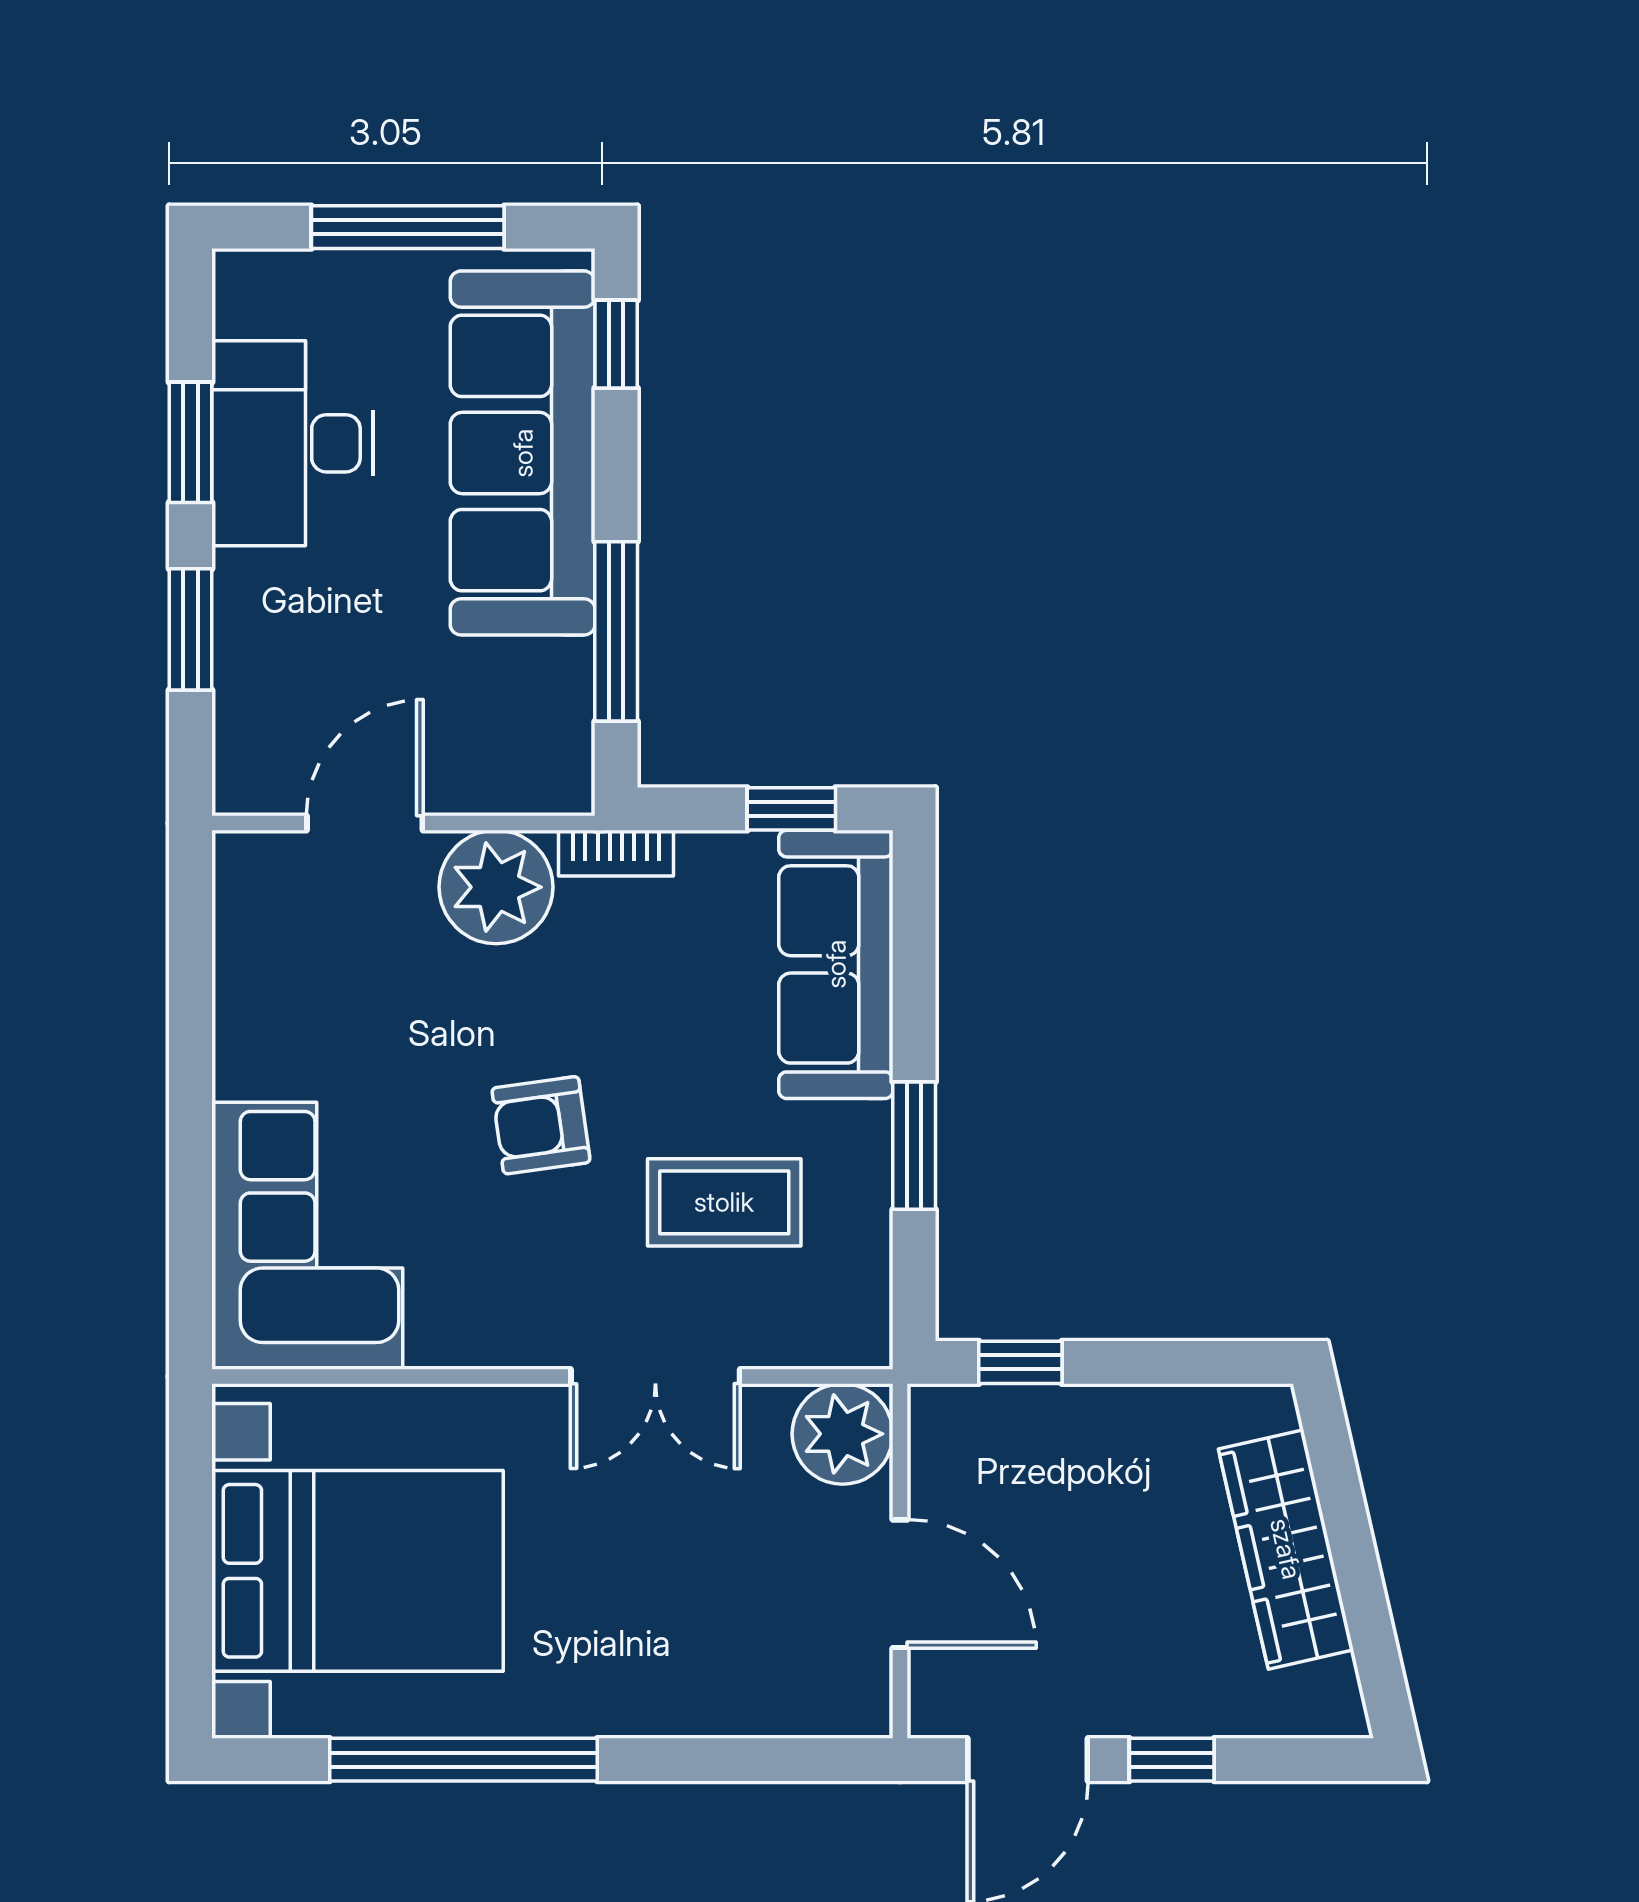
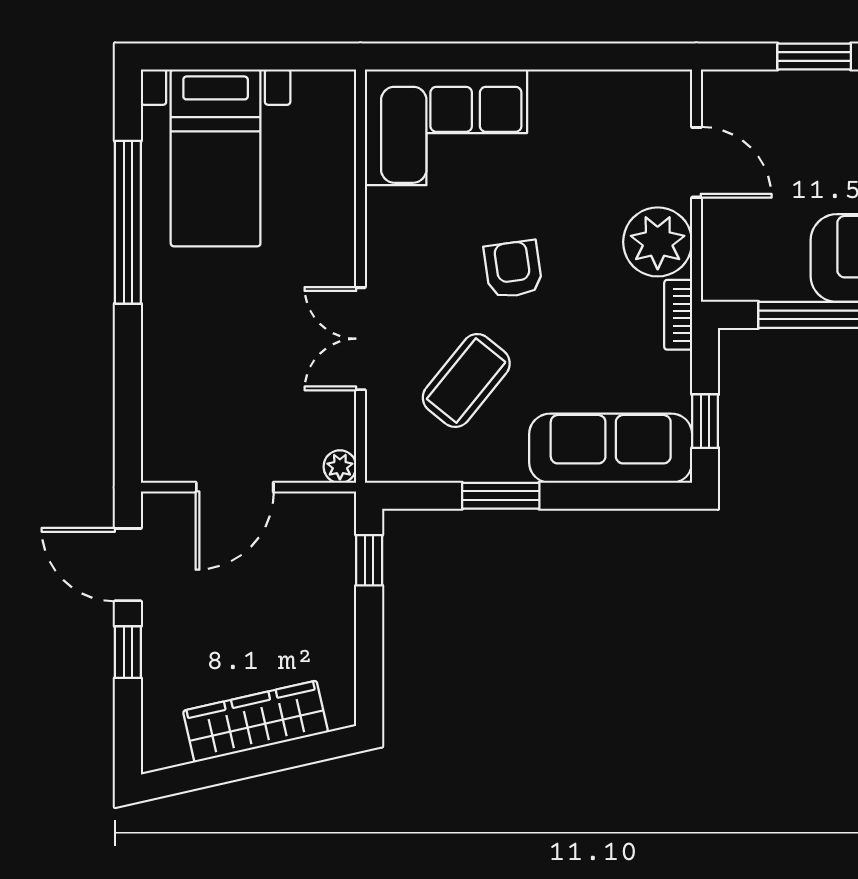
coffee table: (724, 1202) -> (466, 381), turned 39
plant: (843, 1434) -> (340, 467), width x0.53, depth x0.53
bed with nightstands: (357, 1571) -> (216, 158), width x0.73

